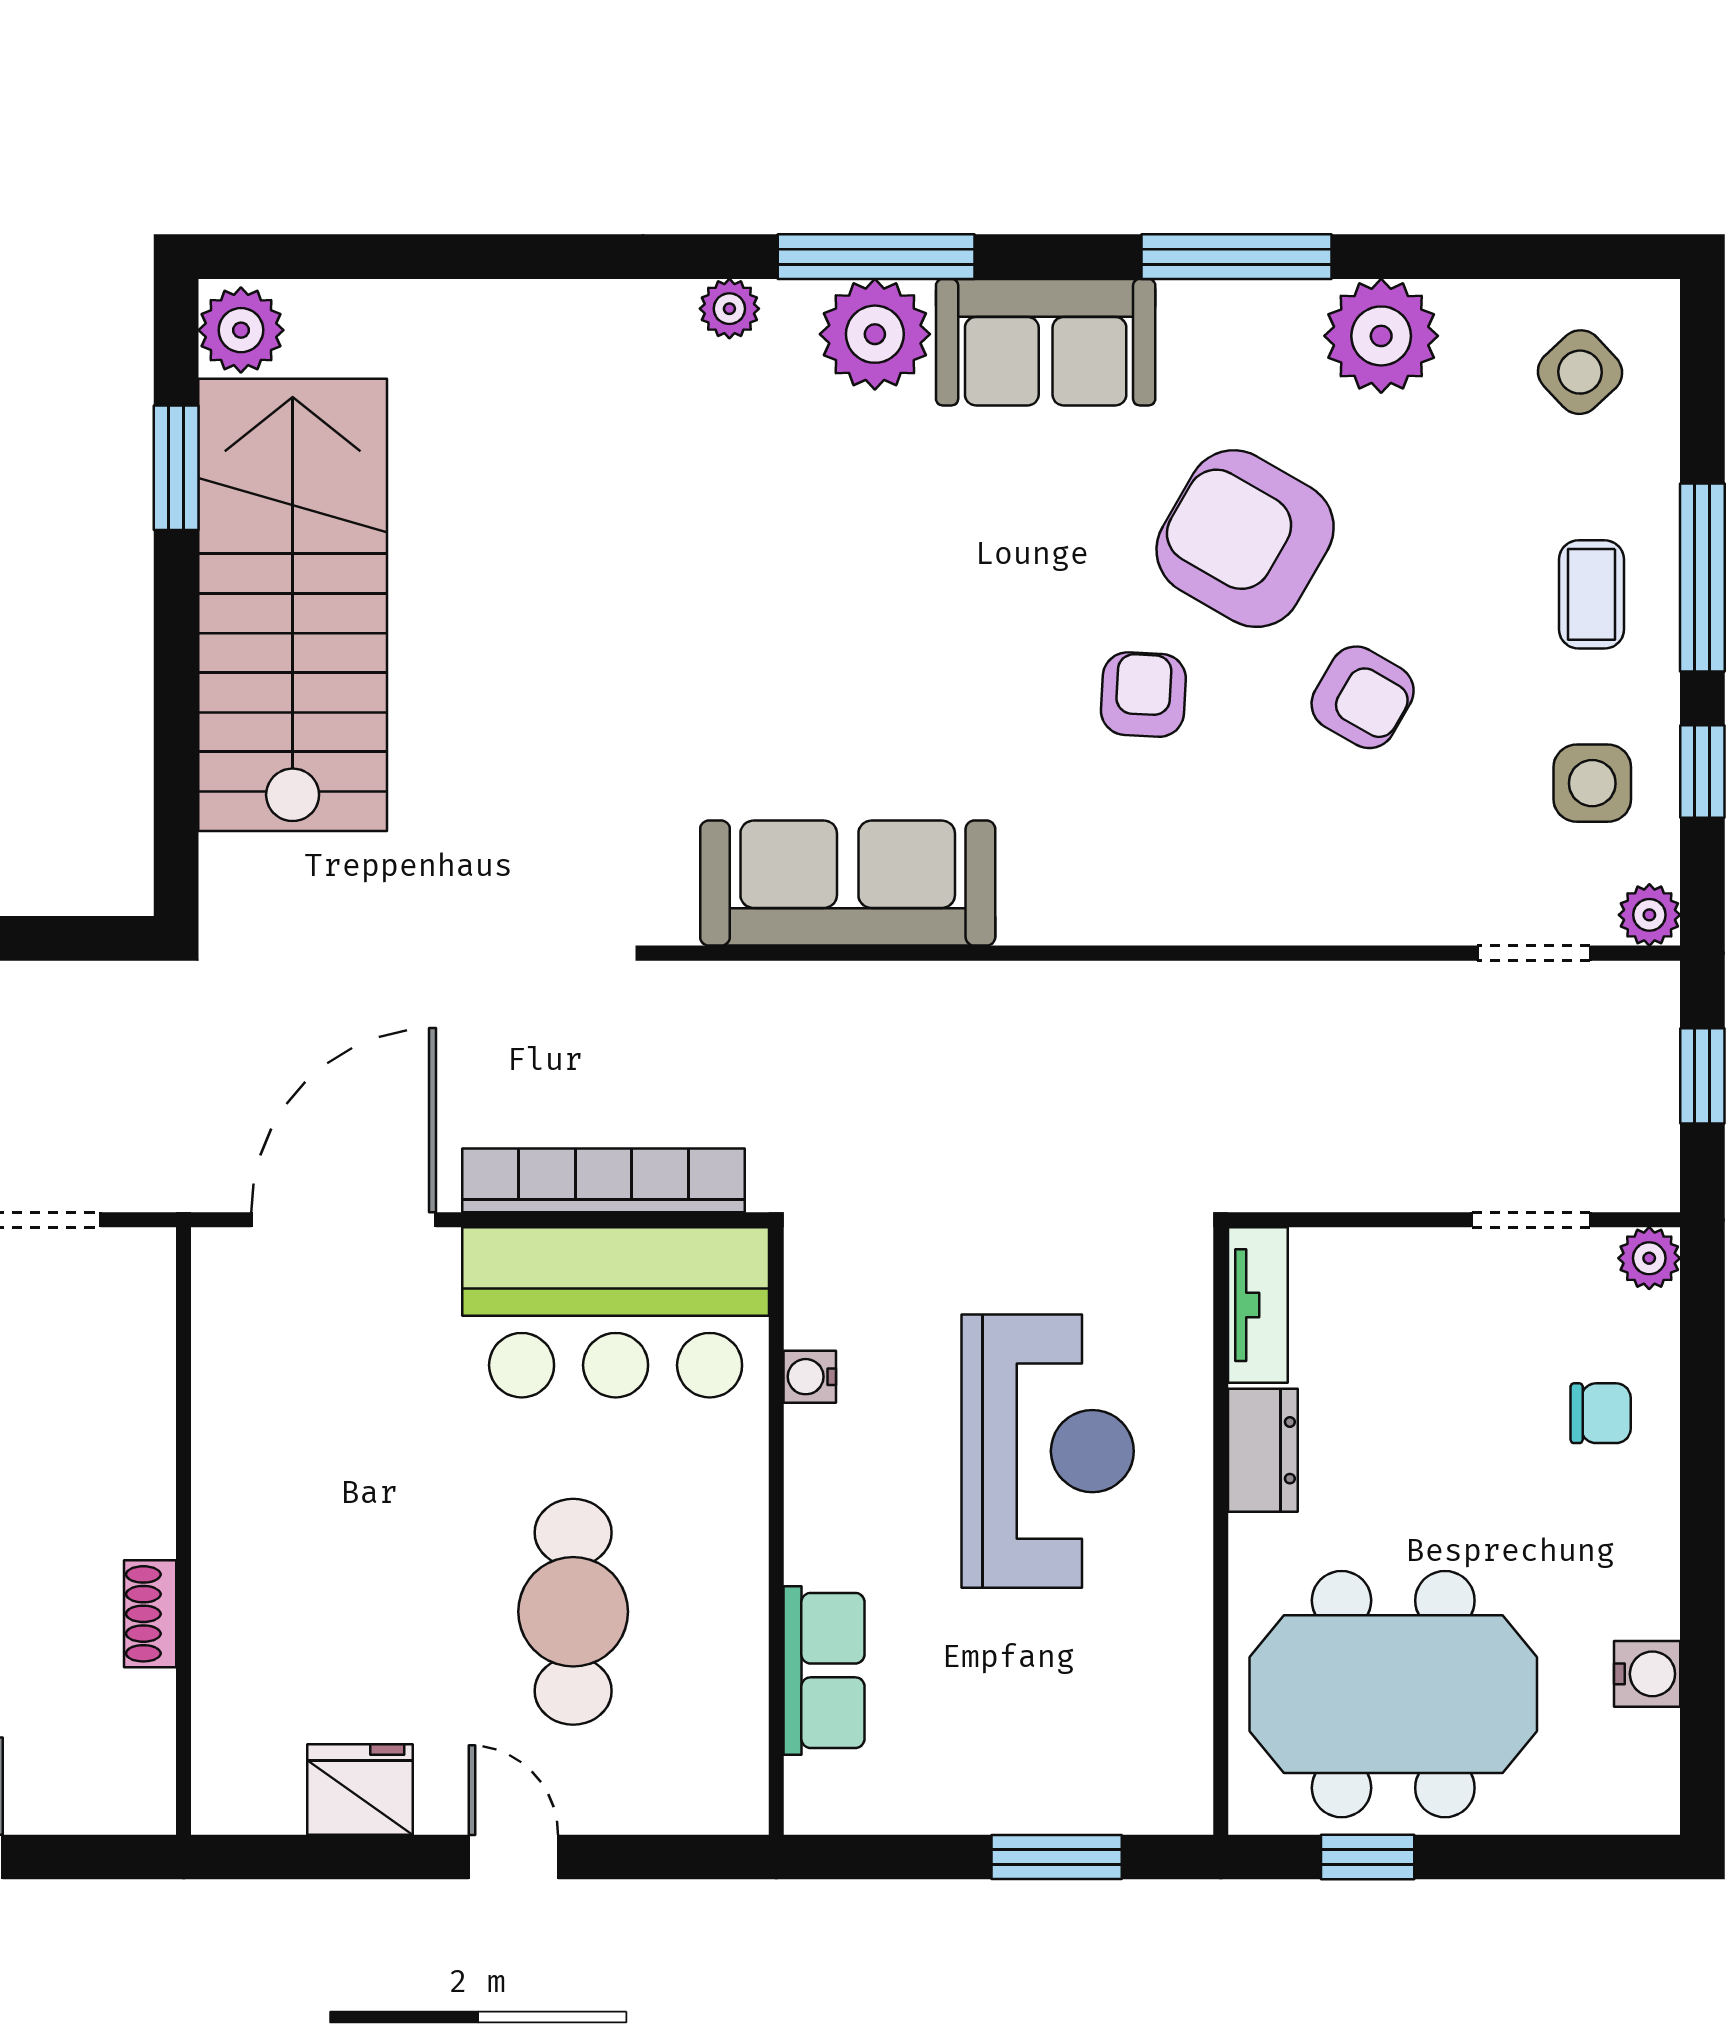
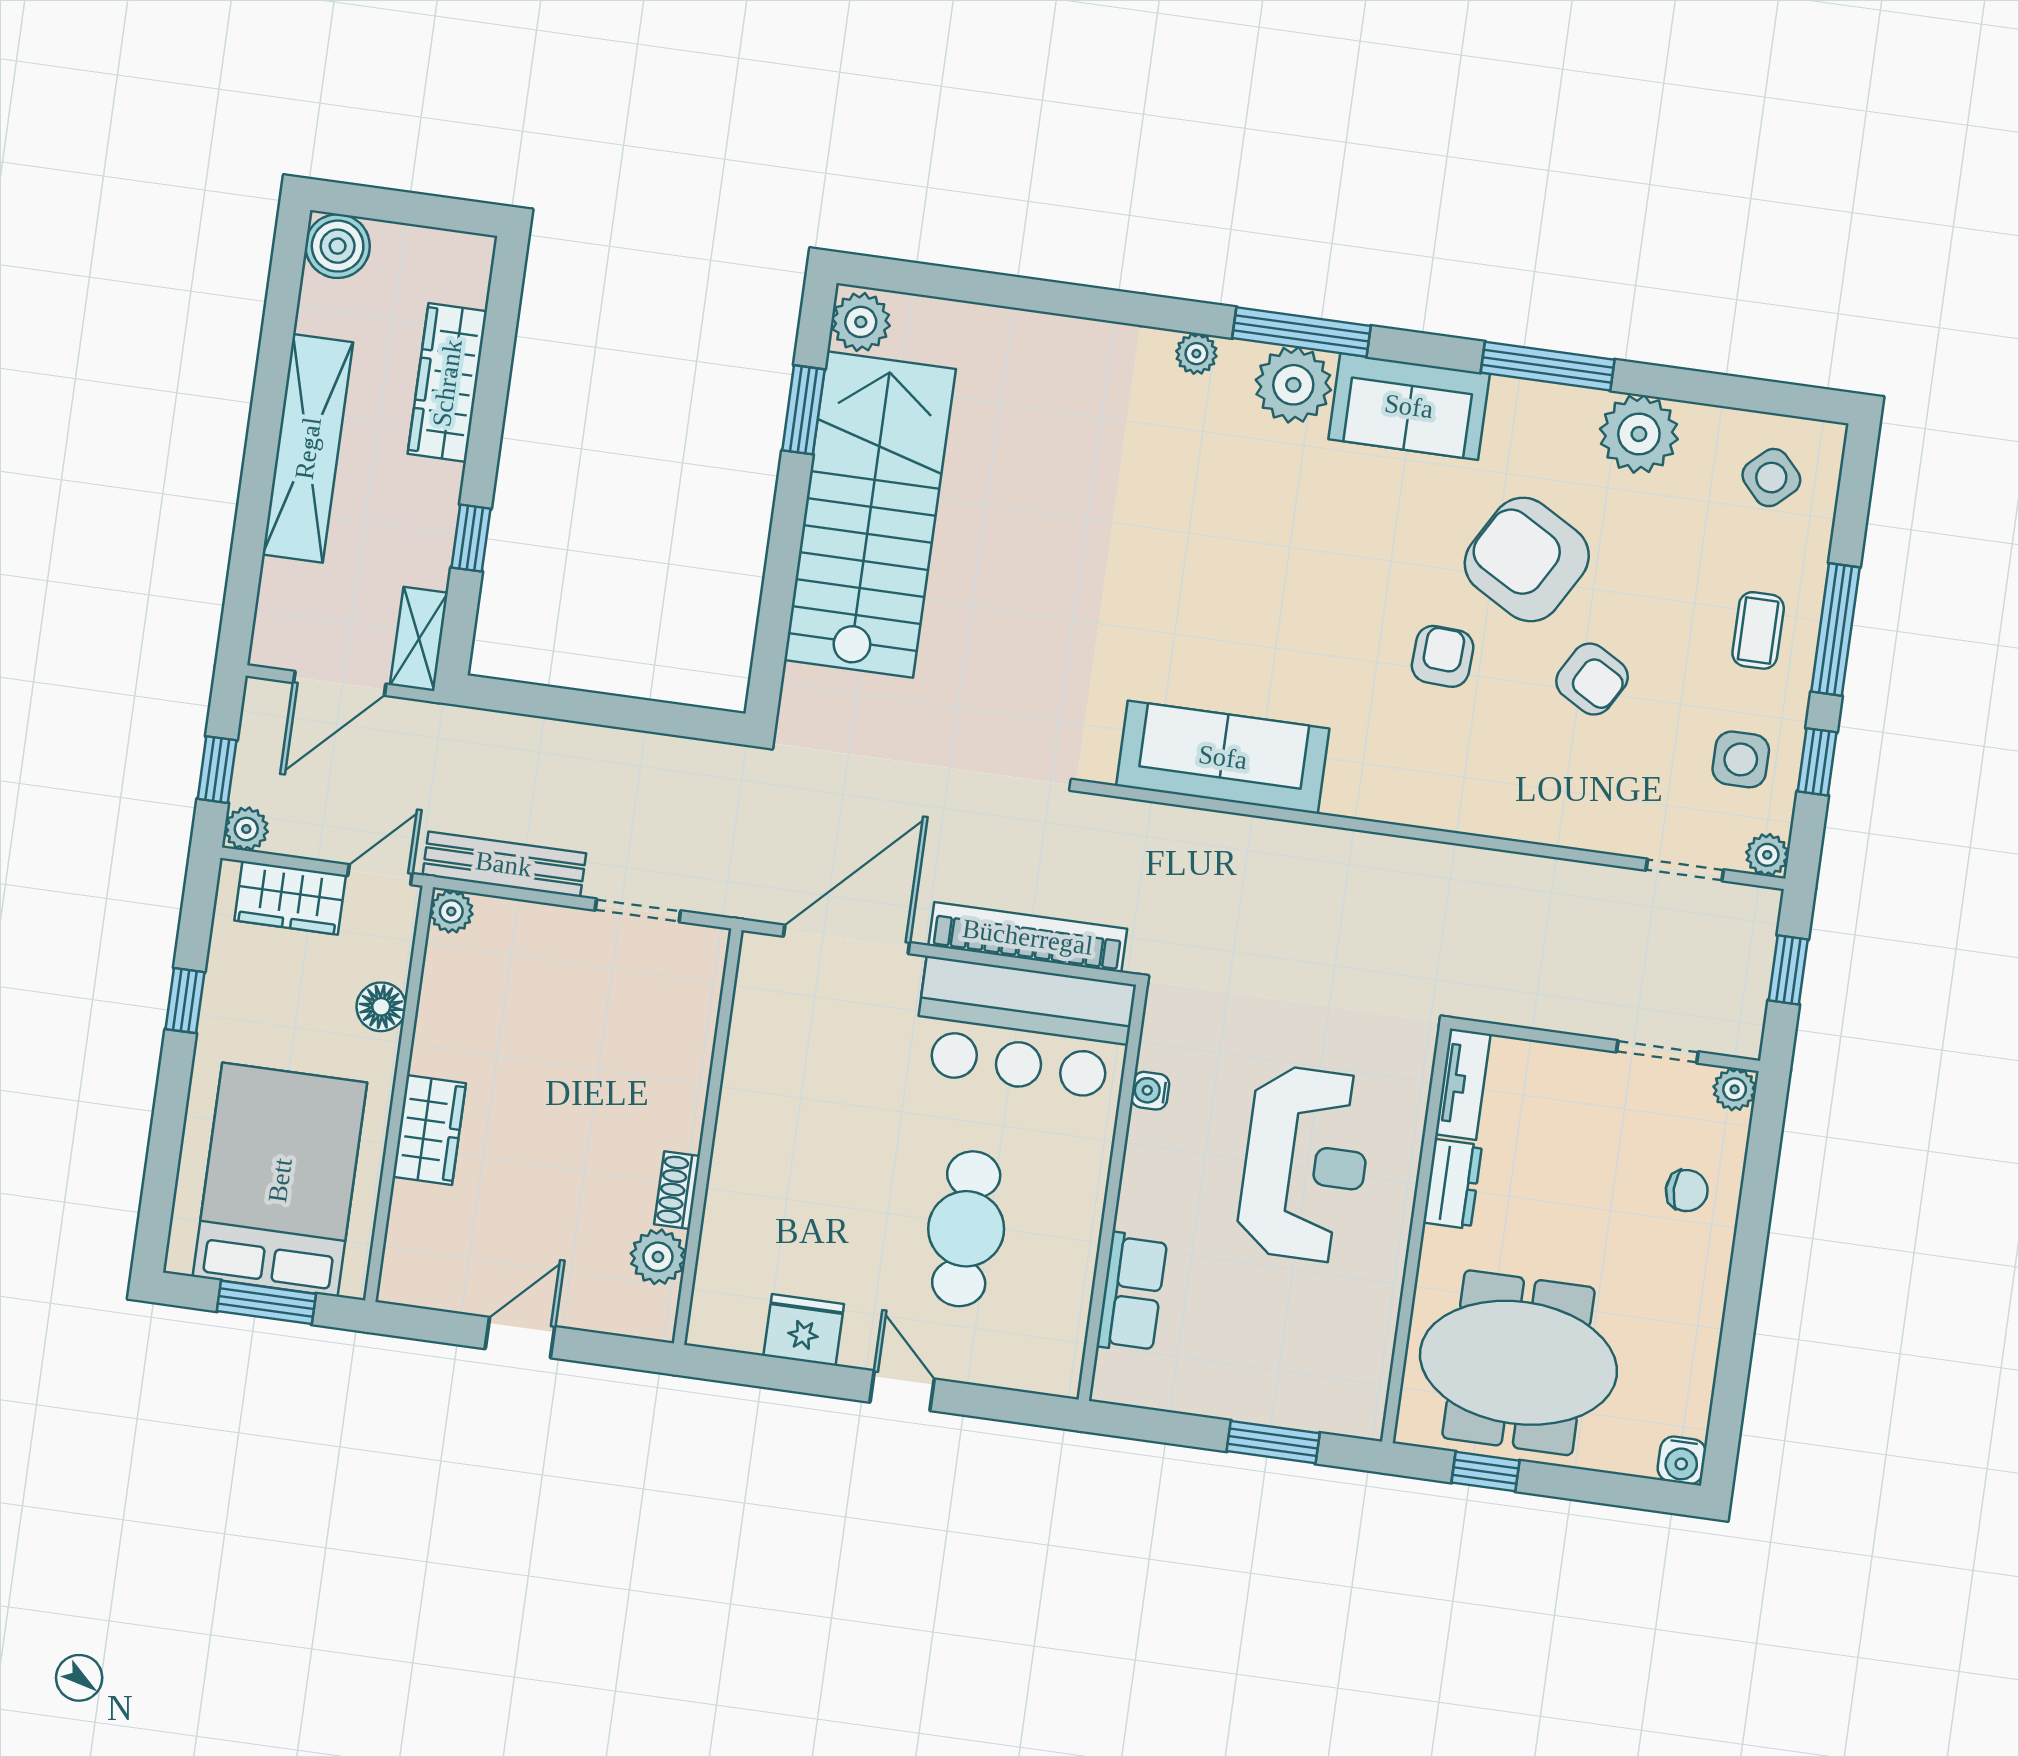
water cooler: (1647, 1674) -> (1682, 1460), moved, turned 90
plant: (136, 1714) -> (658, 1257), added

